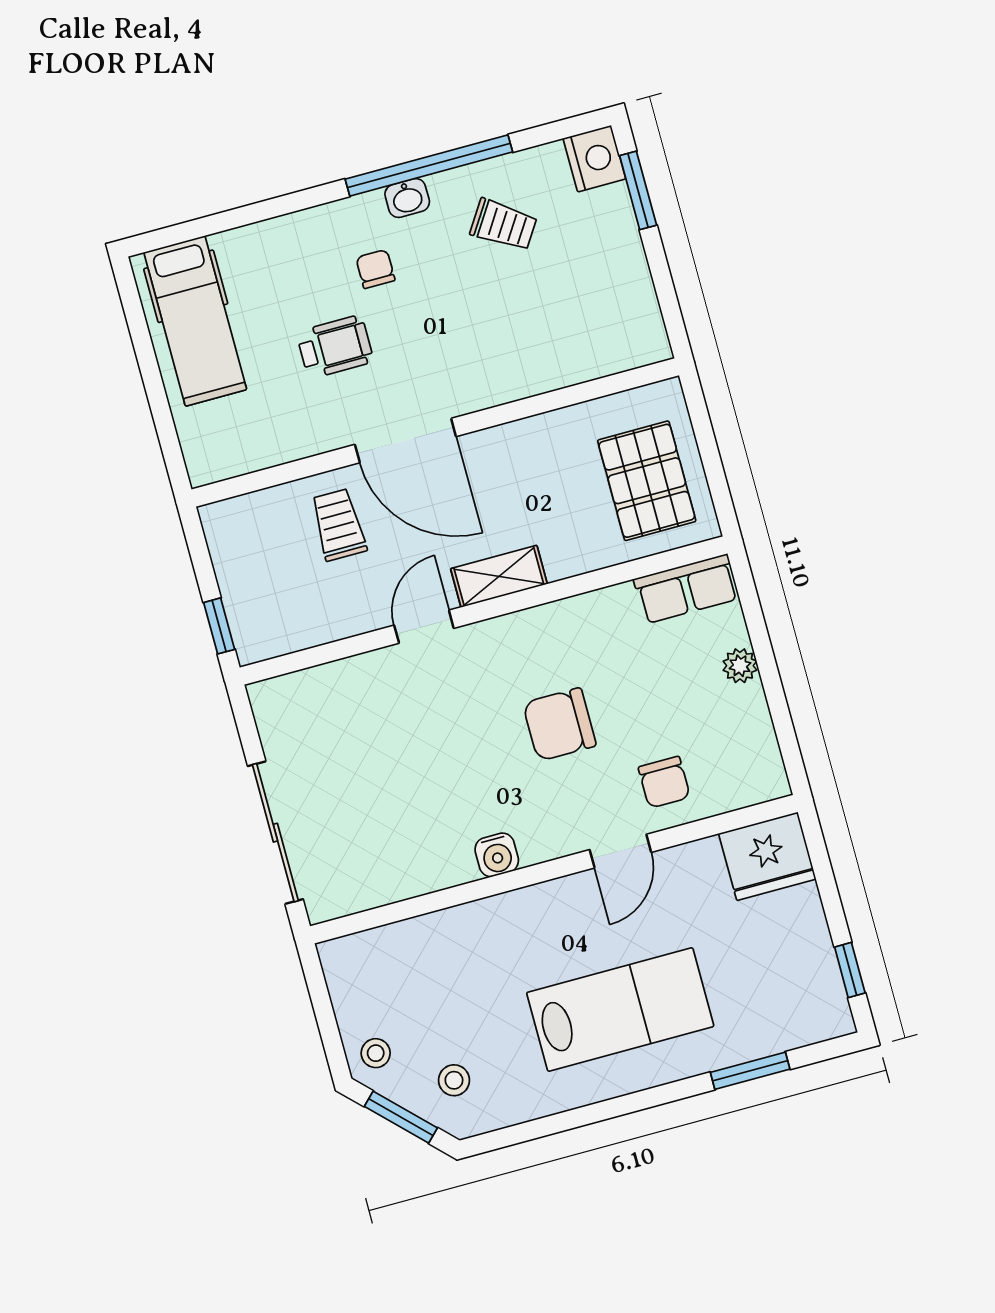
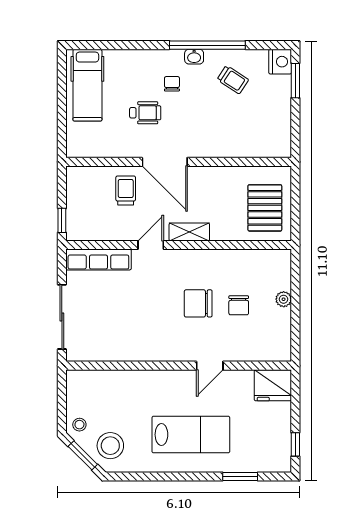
row of seats: (686, 589) -> (98, 259), moved, width x1.48
chair: (664, 782) -> (239, 305), moved
water cooler: (497, 855) -> (155, 353), removed
stool: (454, 1080) -> (110, 446), width x1.89, depth x1.89

